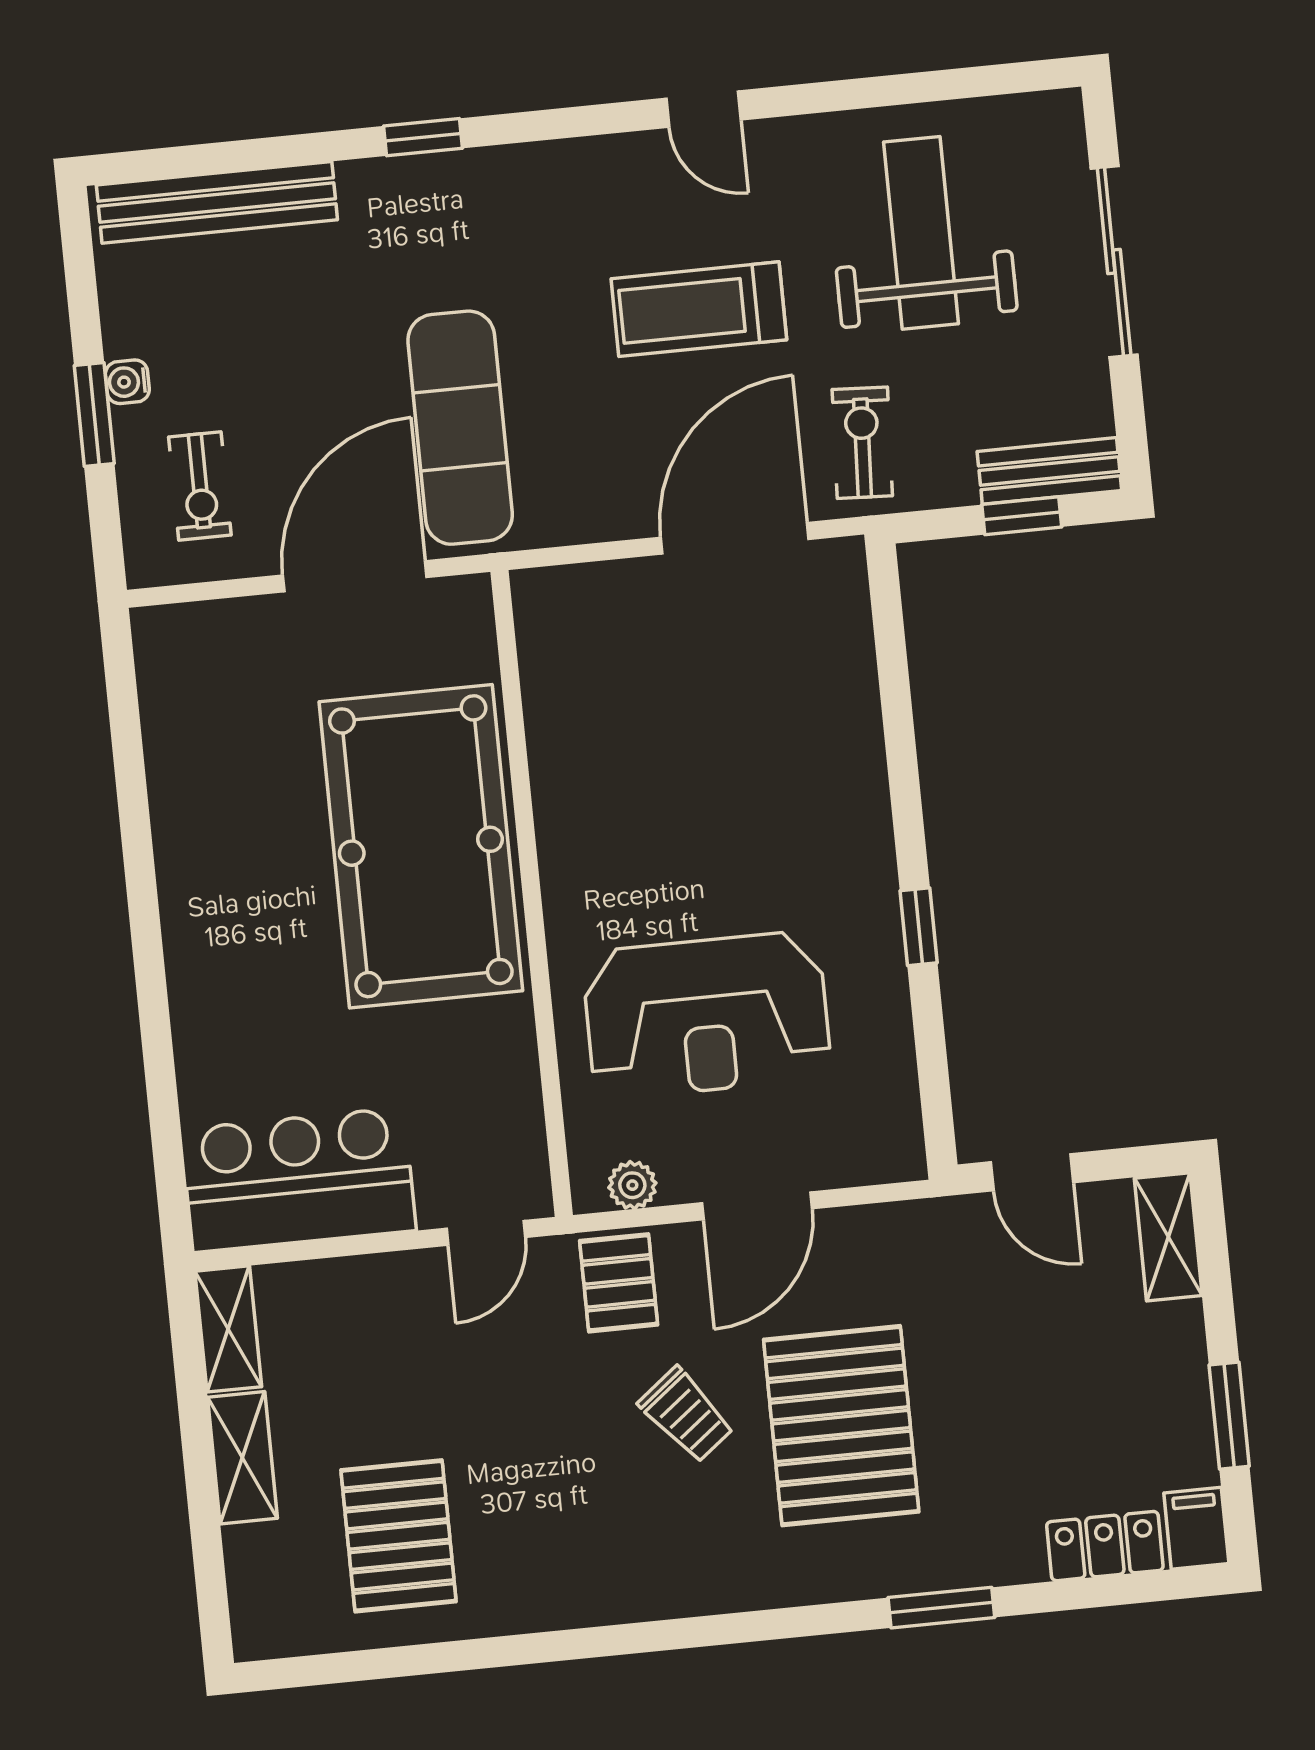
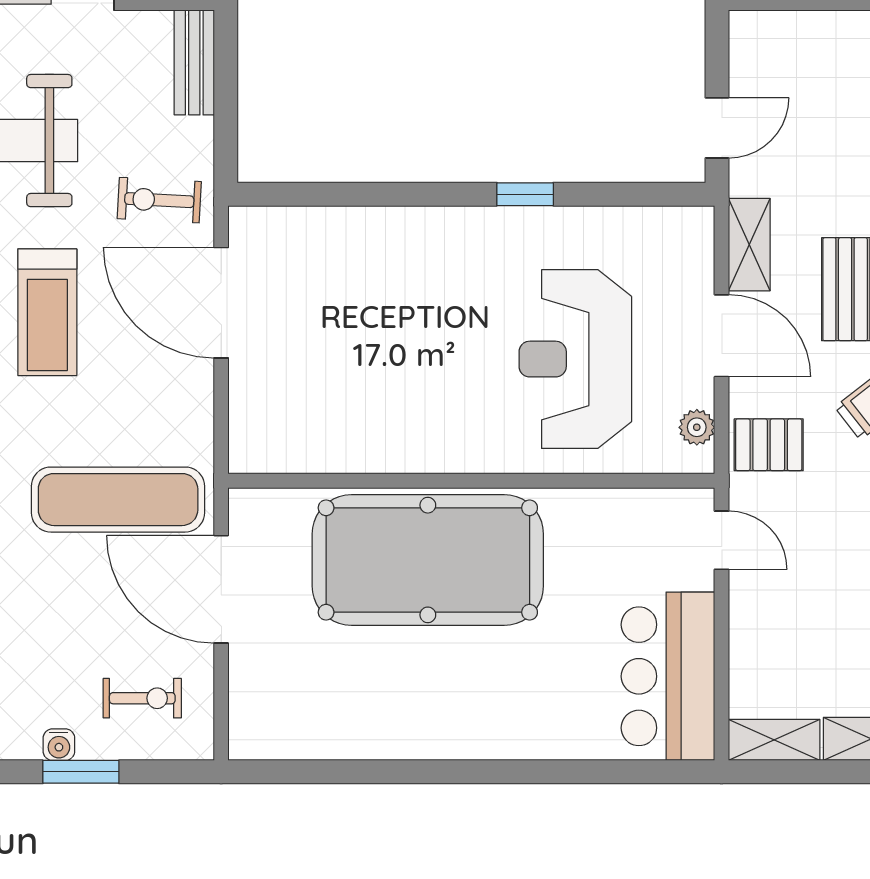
window: (1022, 516) -> (226, 86), removed
reception desk: (707, 1015) -> (575, 359), turned 180
shelving: (1168, 1237) -> (749, 245), moved, turned 90

